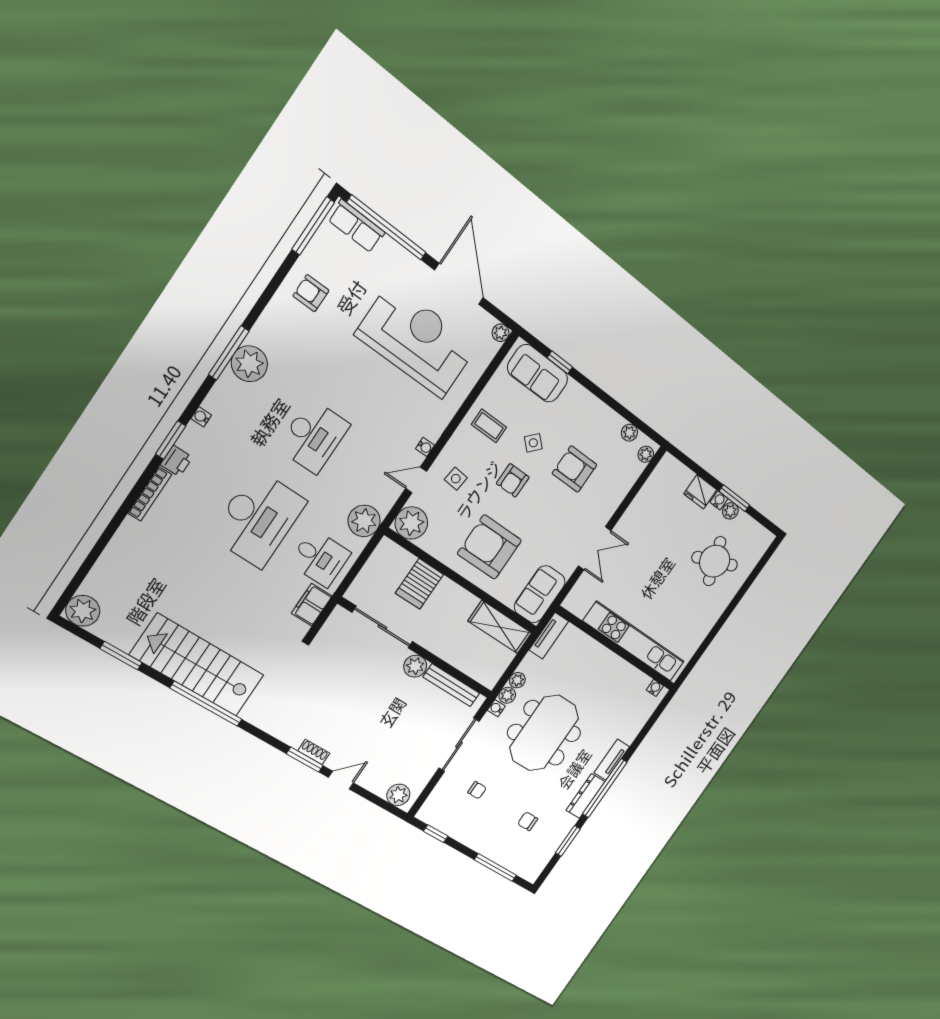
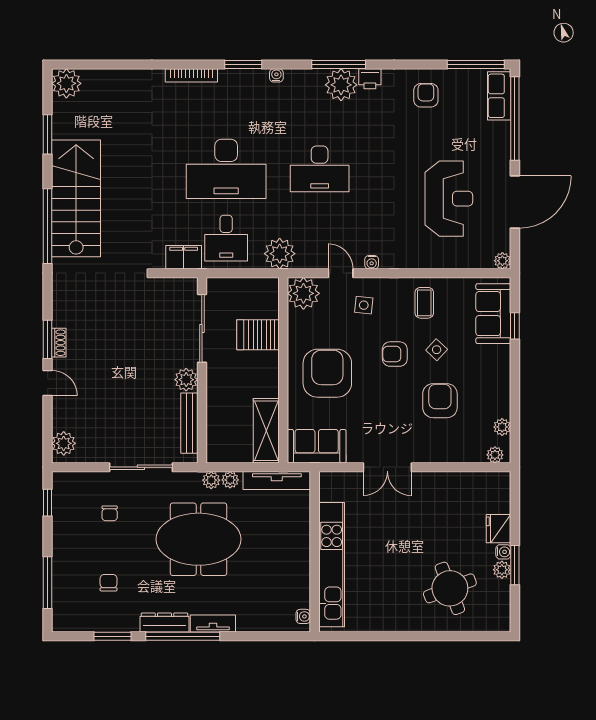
reception desk: (417, 340) -> (449, 199), width x0.74, depth x0.77
printer: (176, 461) -> (370, 79), moved
tv unit: (549, 636) -> (277, 480), width x1.41
water cooler: (496, 708) -> (194, 478), removed

